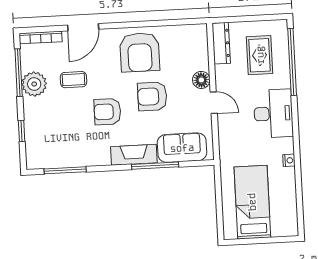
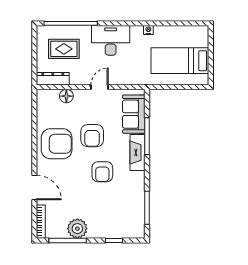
coffee table: (74, 80) -> (76, 197), removed
floor lamp: (201, 80) -> (66, 96), moved

